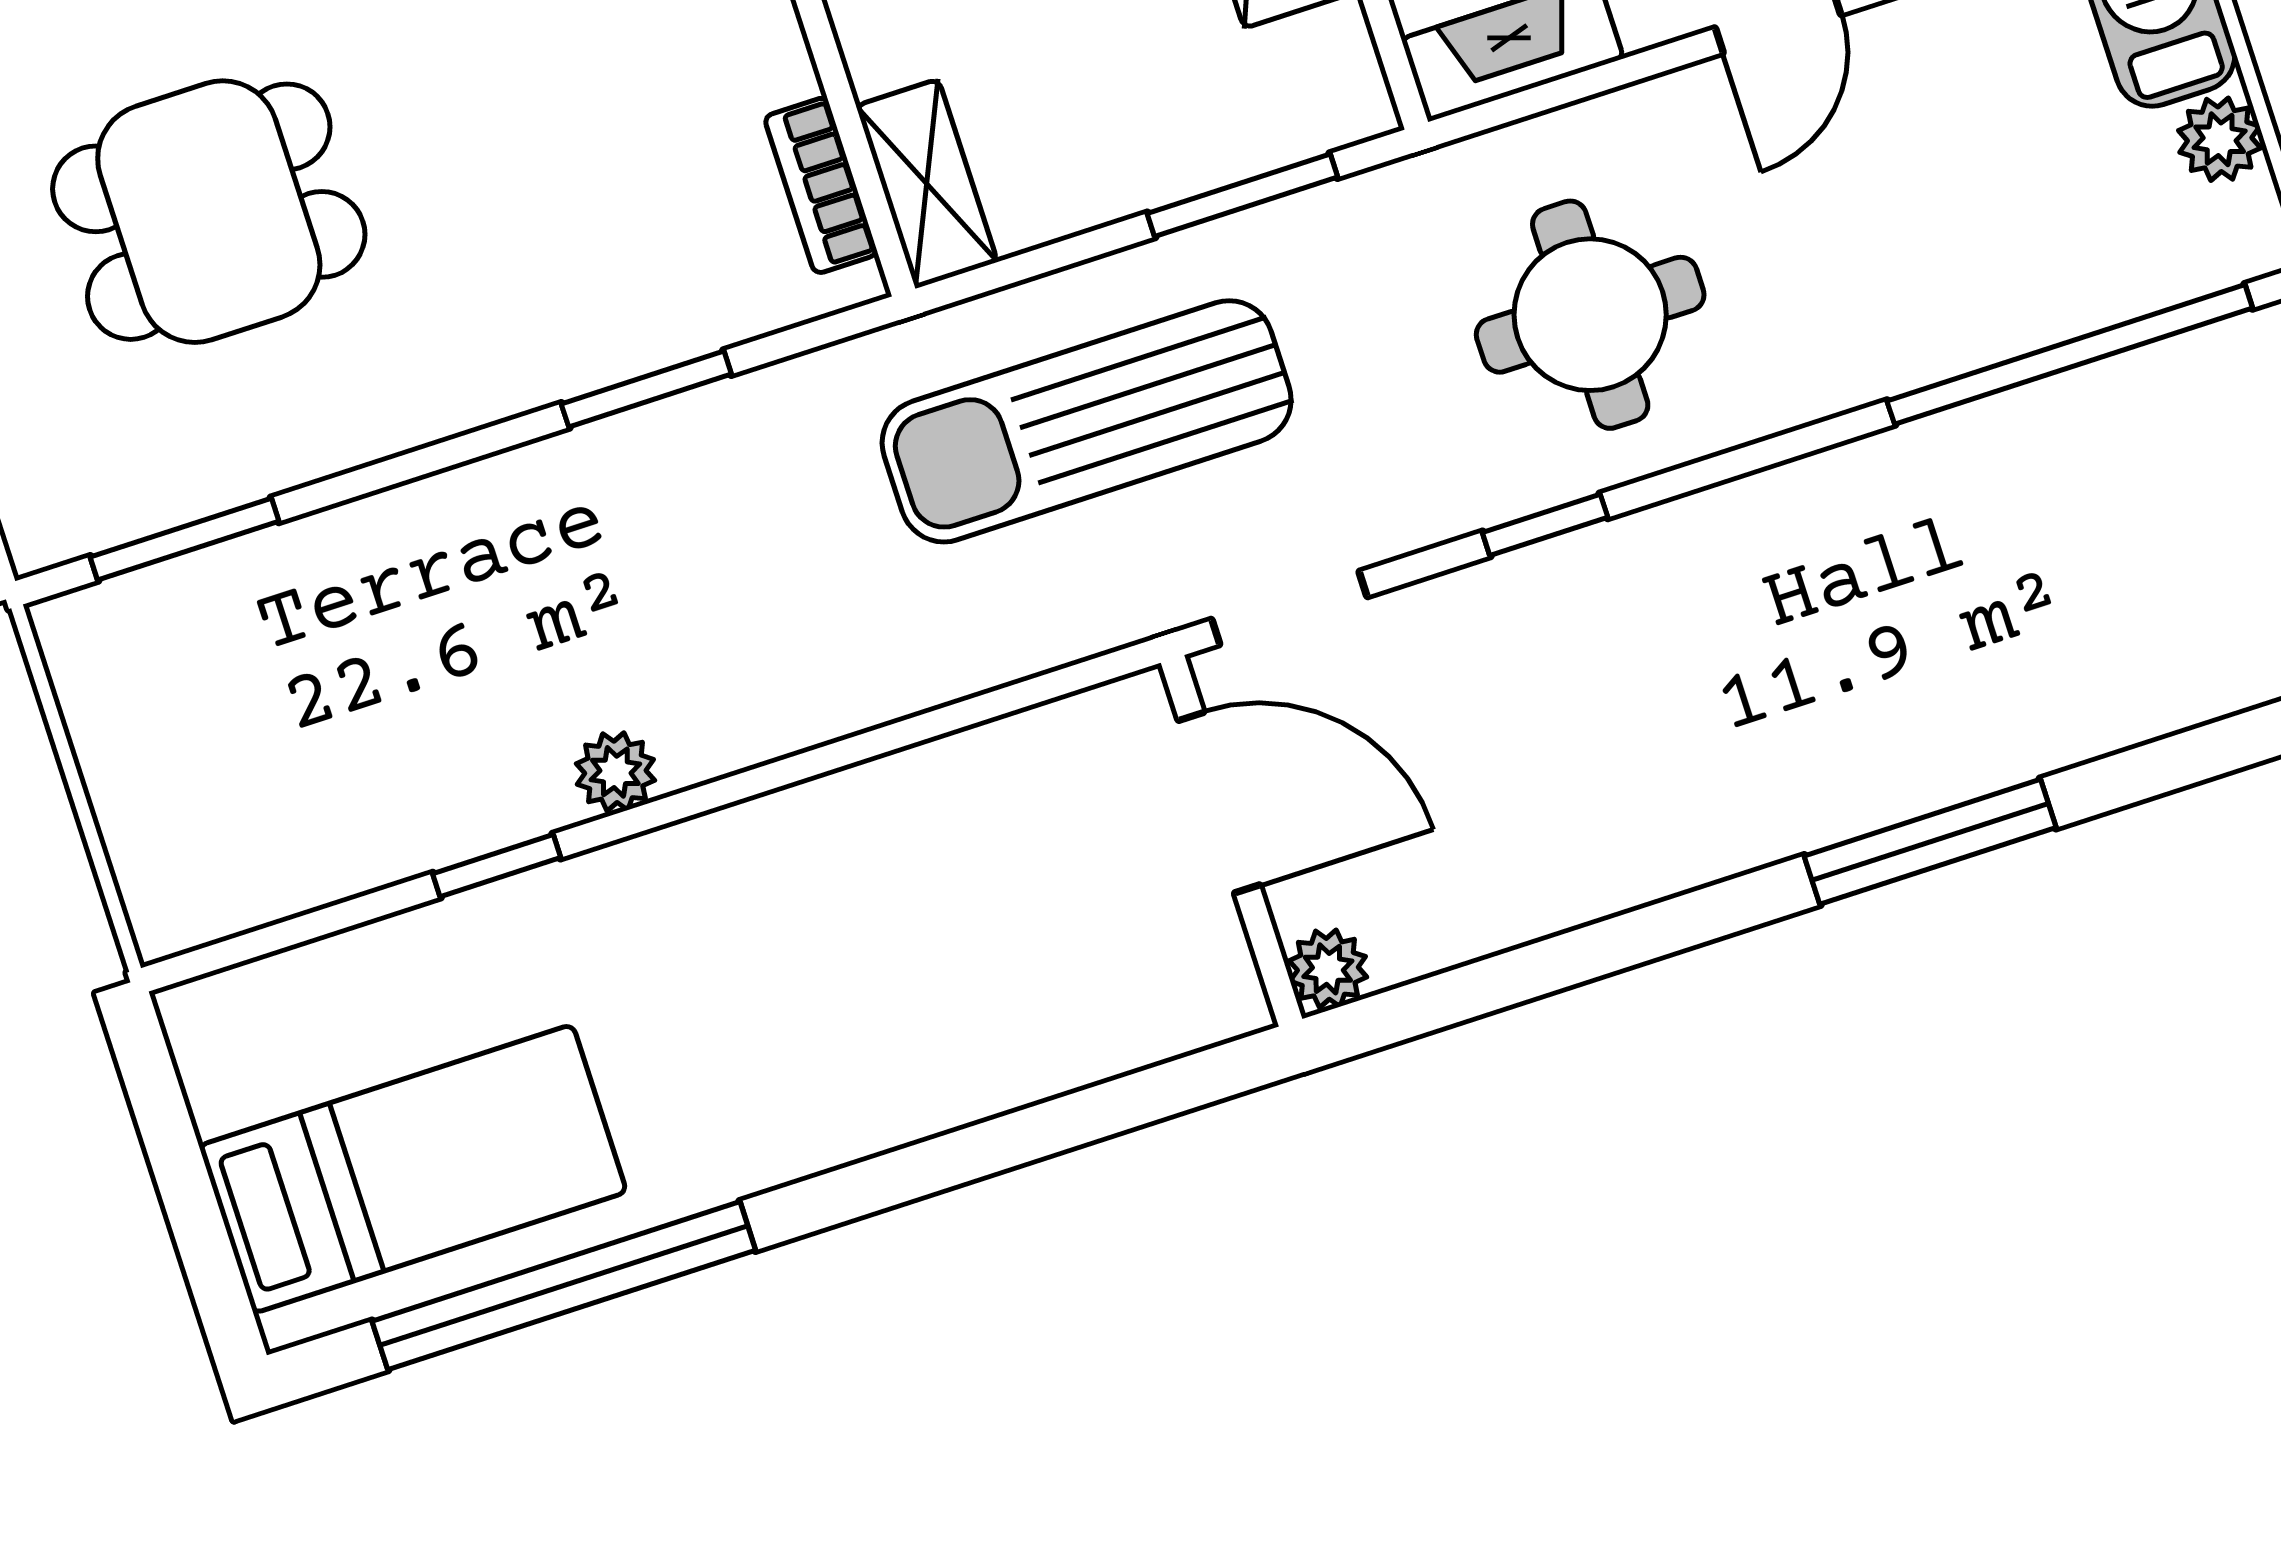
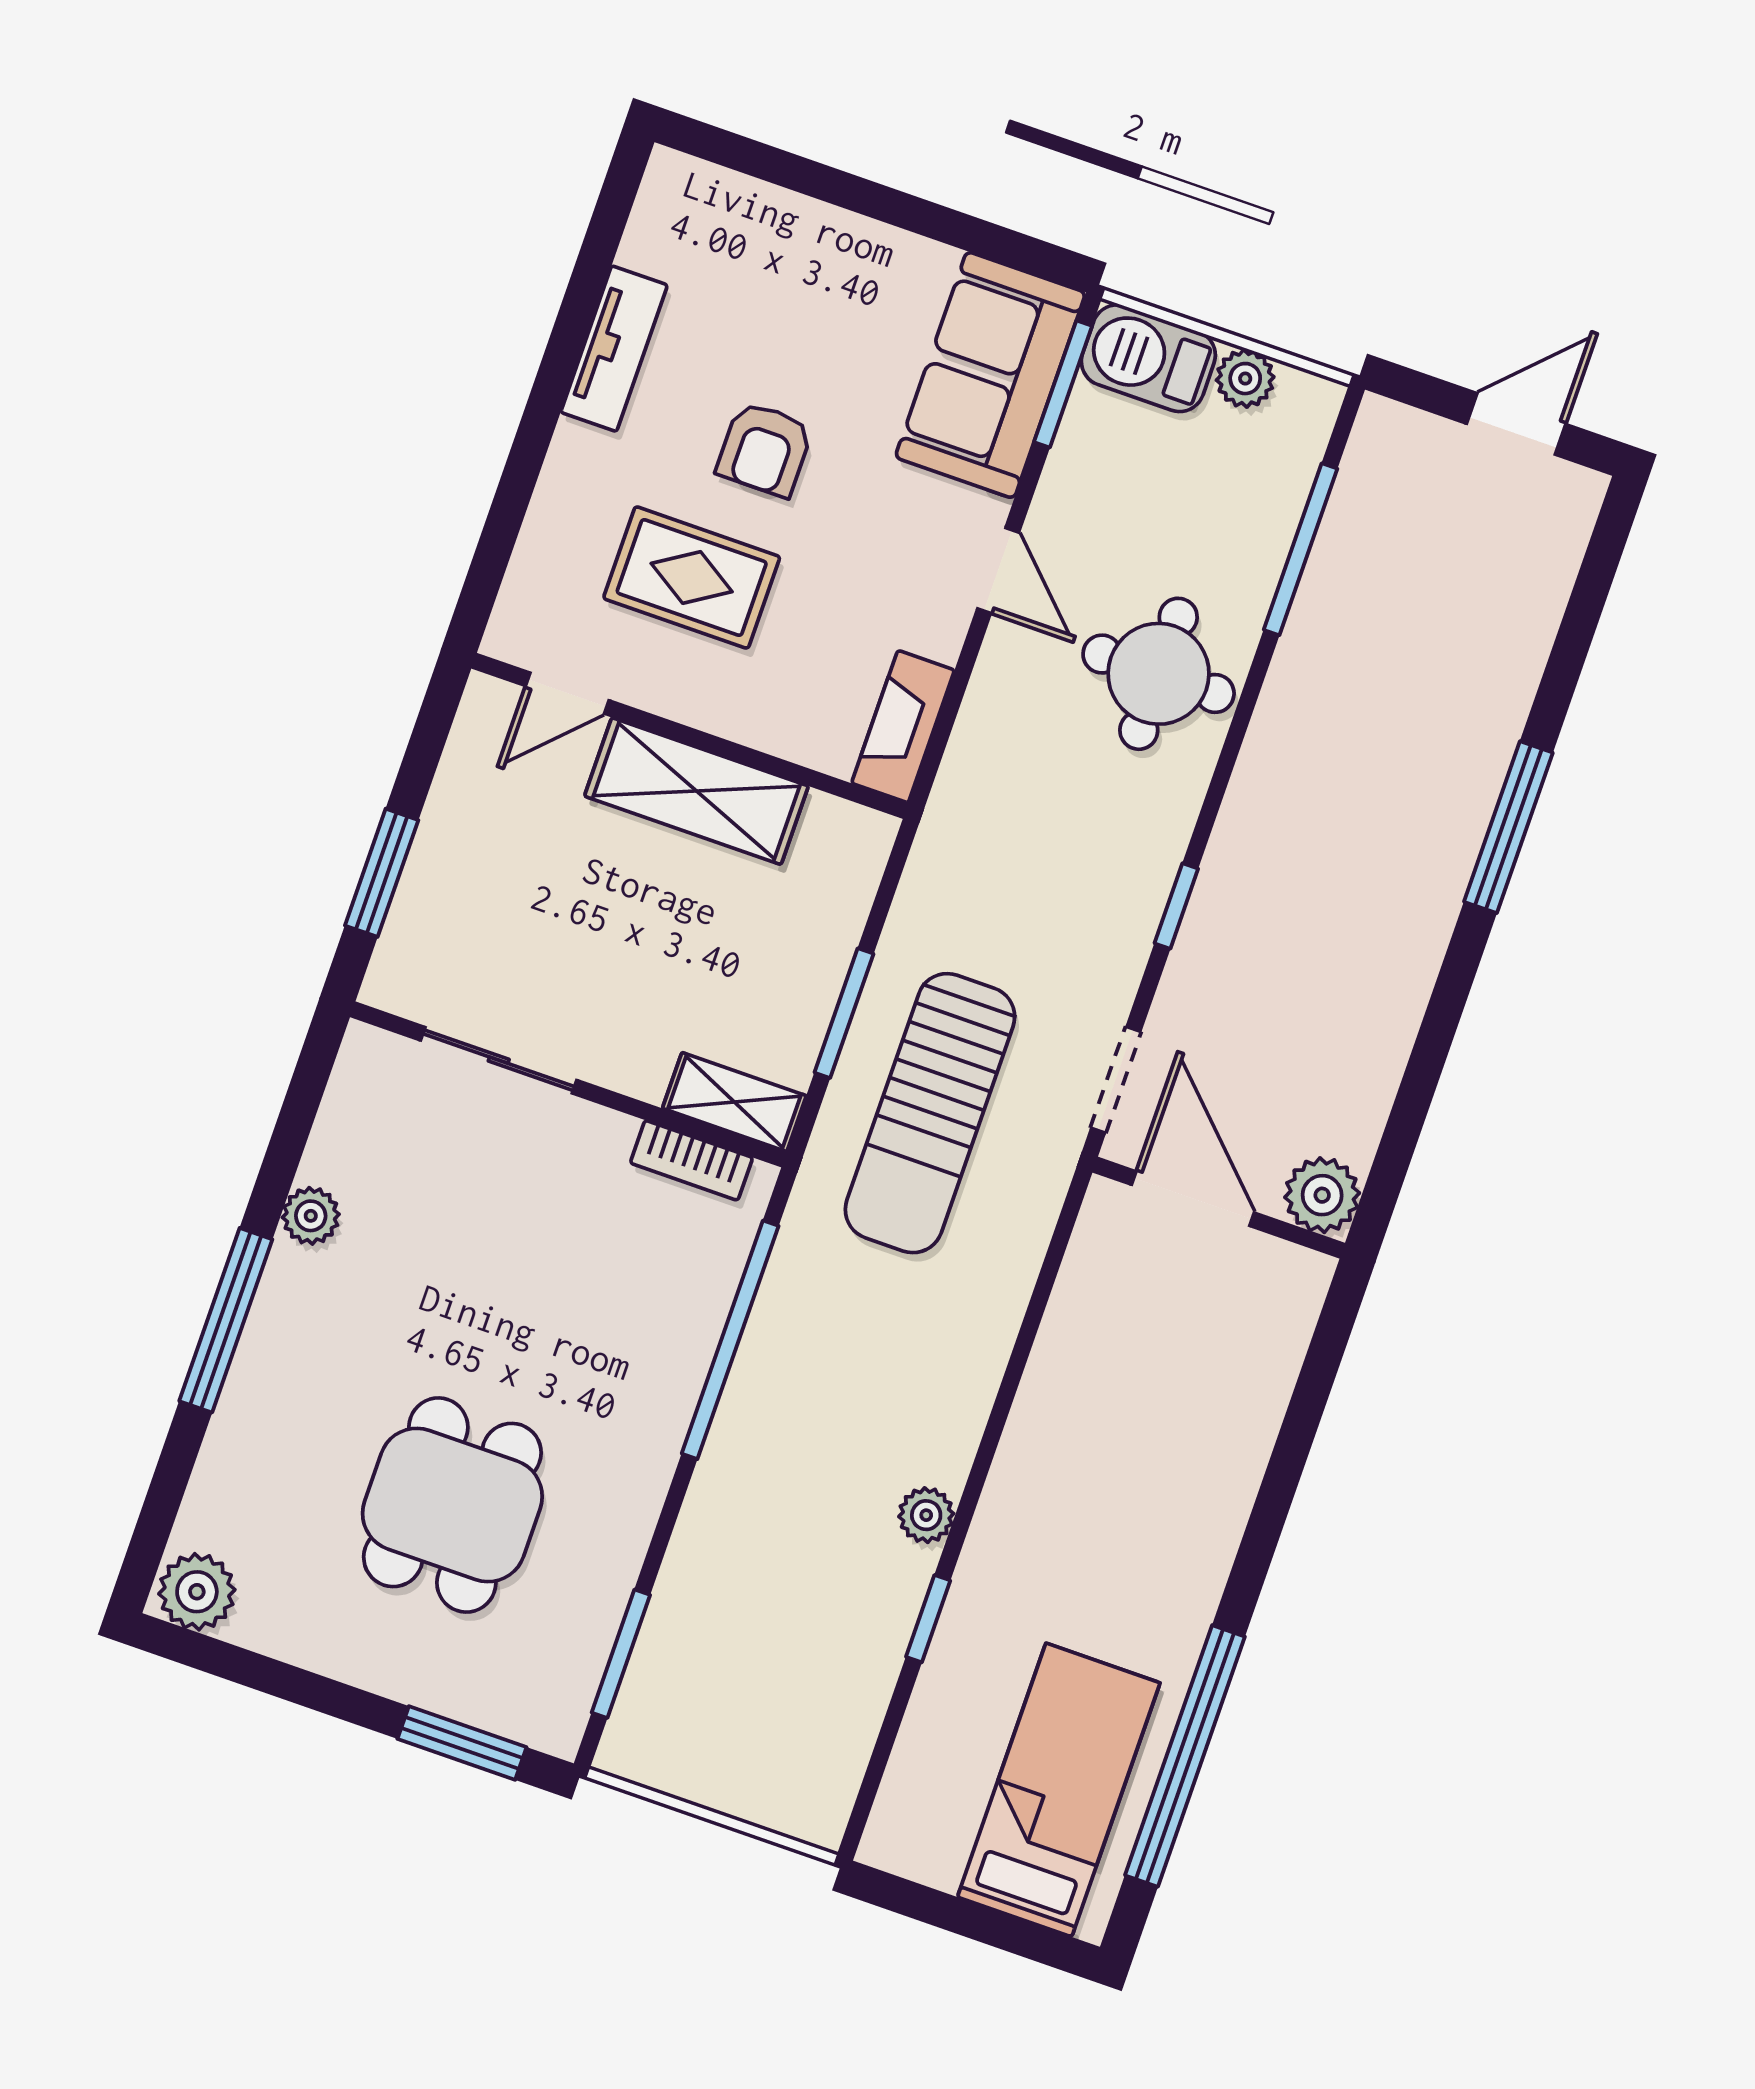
window: (1242, 195) -> (844, 1013), moved
round table: (1590, 315) -> (1159, 674), moved
window: (2070, 354) -> (1301, 549), width x0.68
window: (646, 389) -> (730, 1340), width x2.11
door: (1219, 803) -> (1193, 1199), hinge flipped
plant: (1328, 969) -> (1322, 1195), width x1.38, depth x1.38

